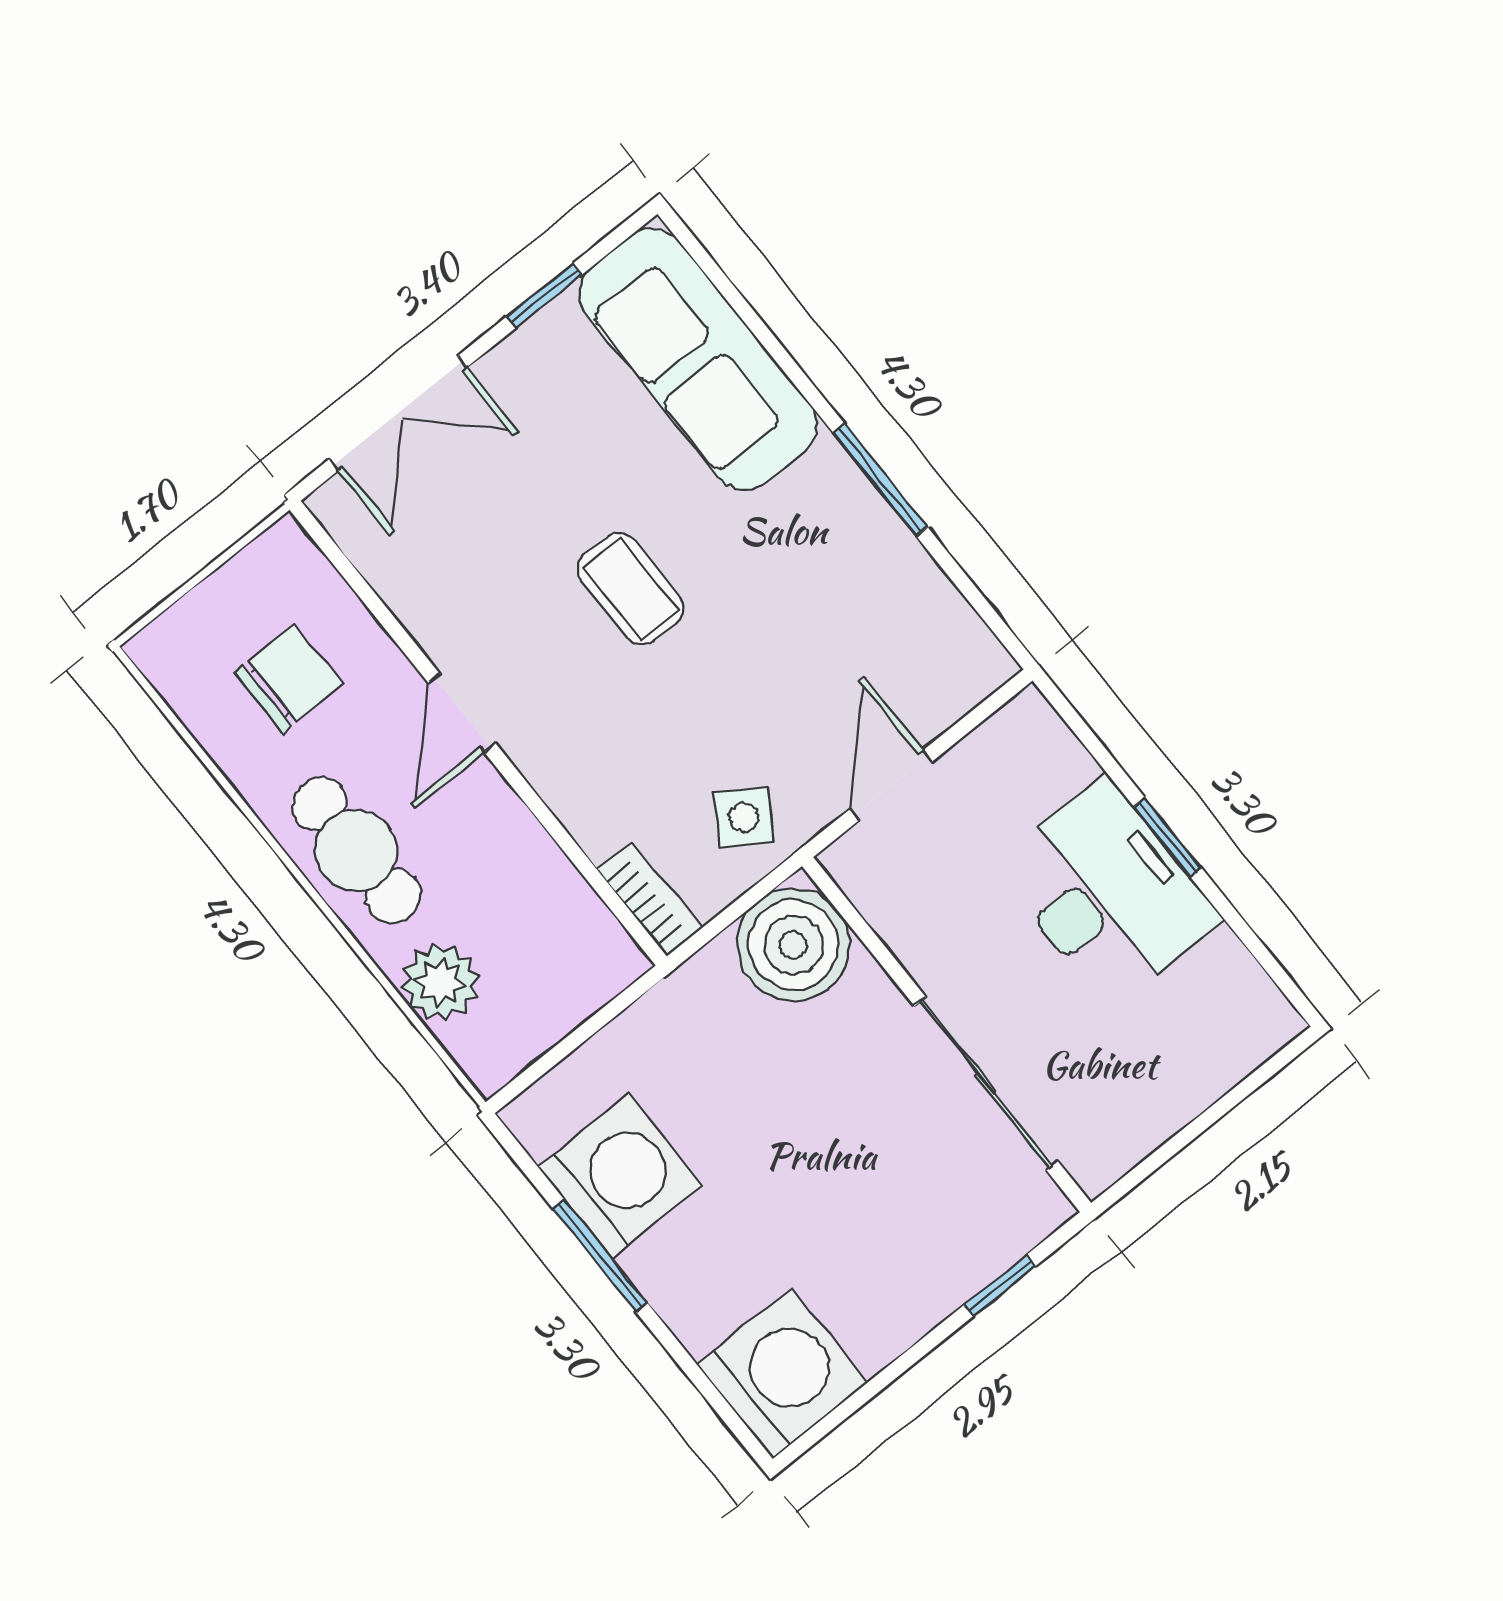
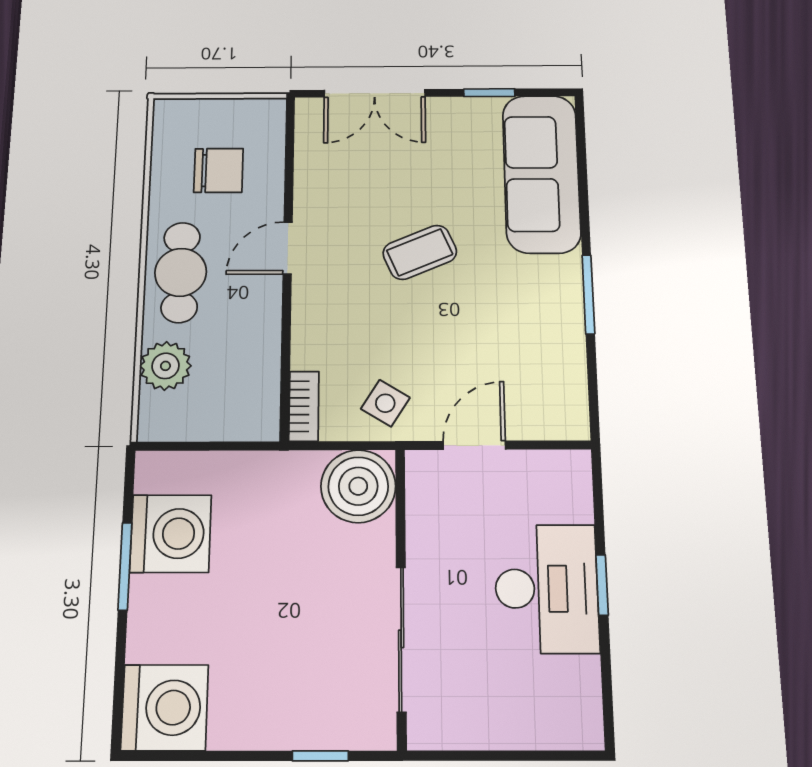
coffee table: (630, 589) -> (420, 252), turned 67

